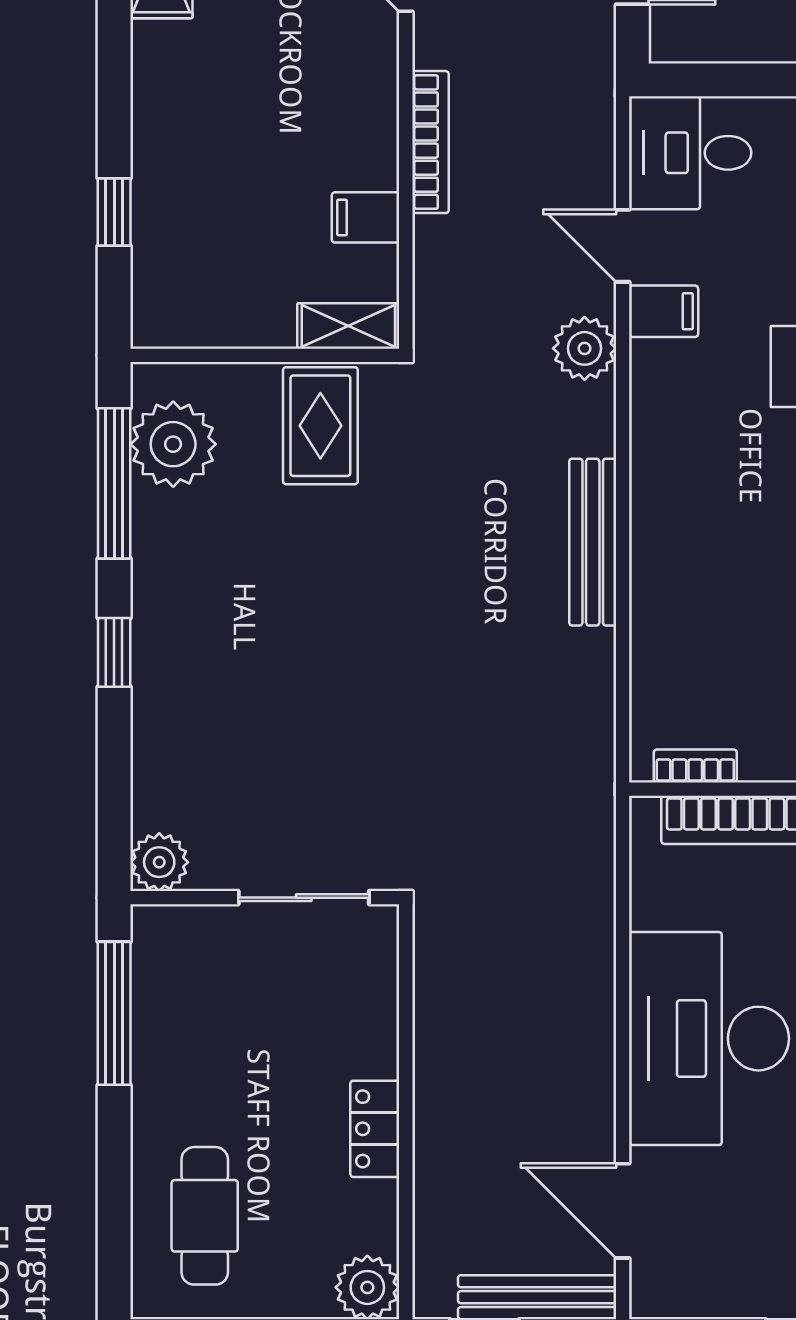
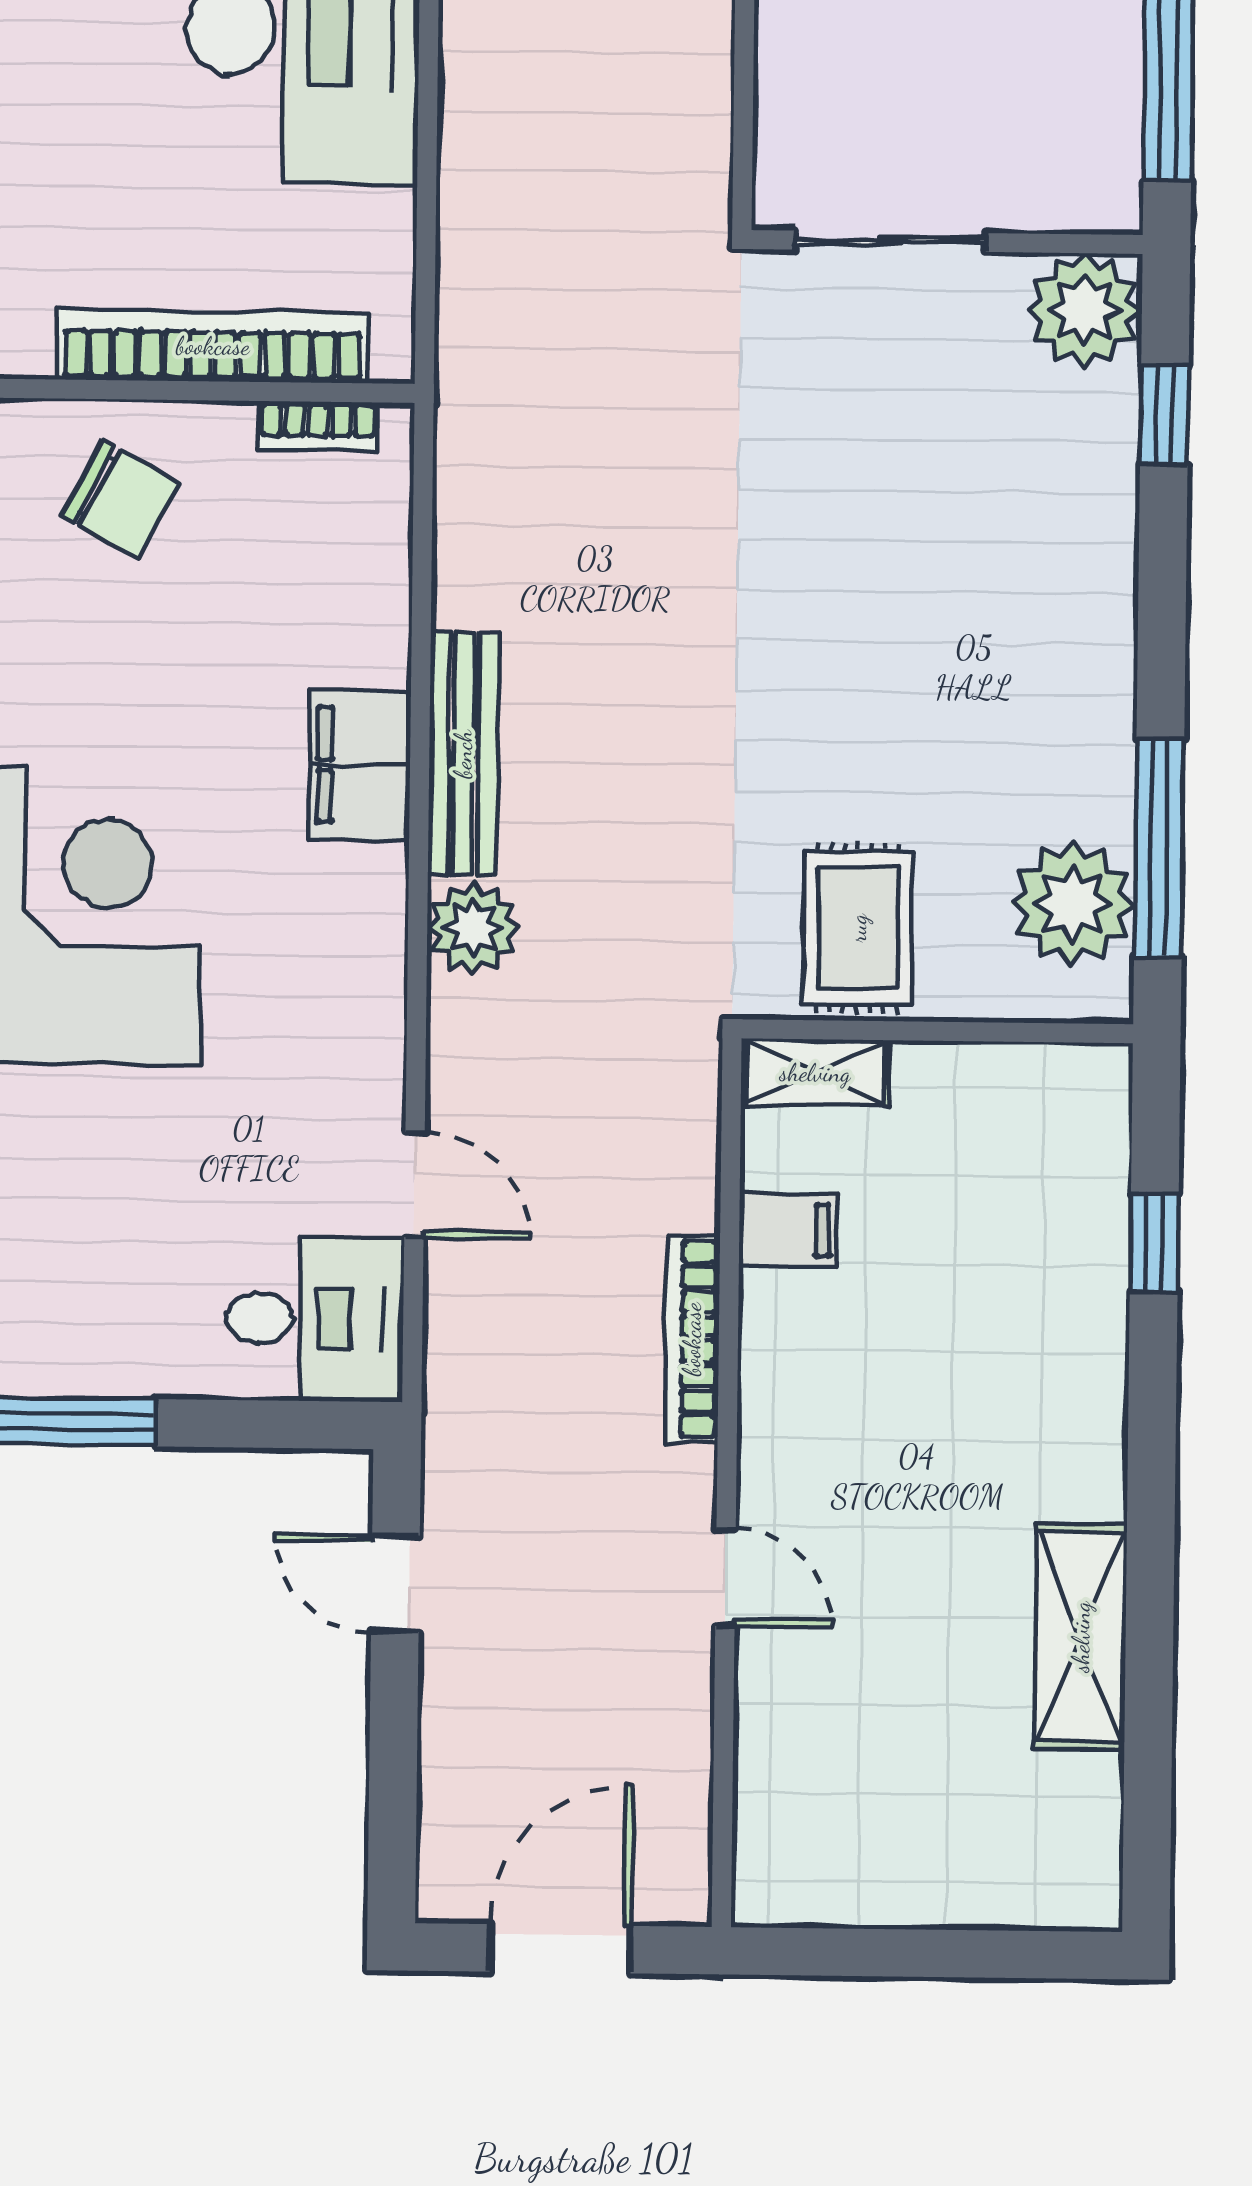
filing cabinet: (664, 311) -> (360, 765), moved, width x2.00
plant: (585, 348) -> (473, 928), moved
window: (114, 652) -> (1164, 415), moved
plant: (159, 862) -> (1085, 310), width x1.36, depth x1.36

